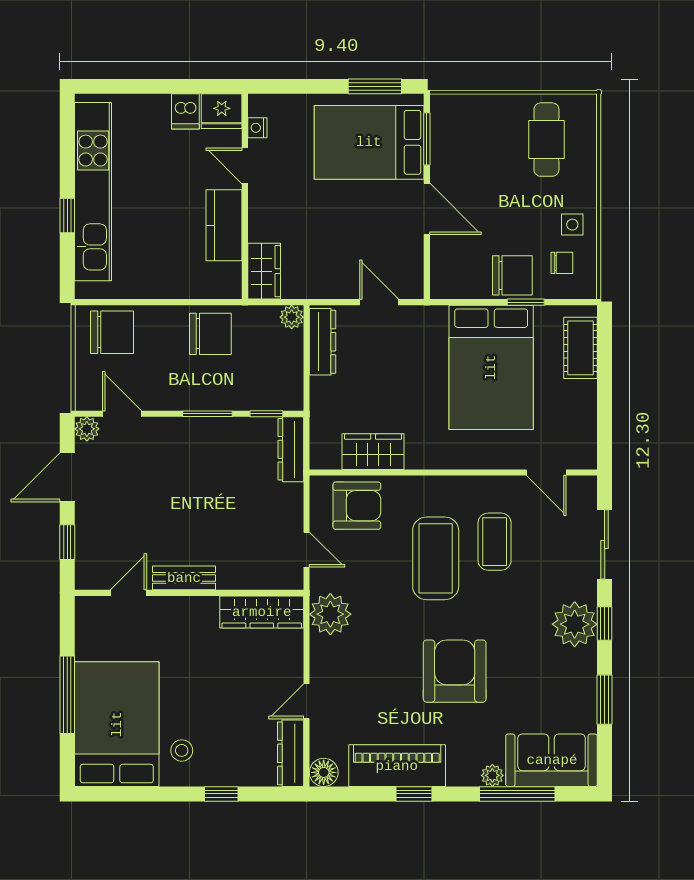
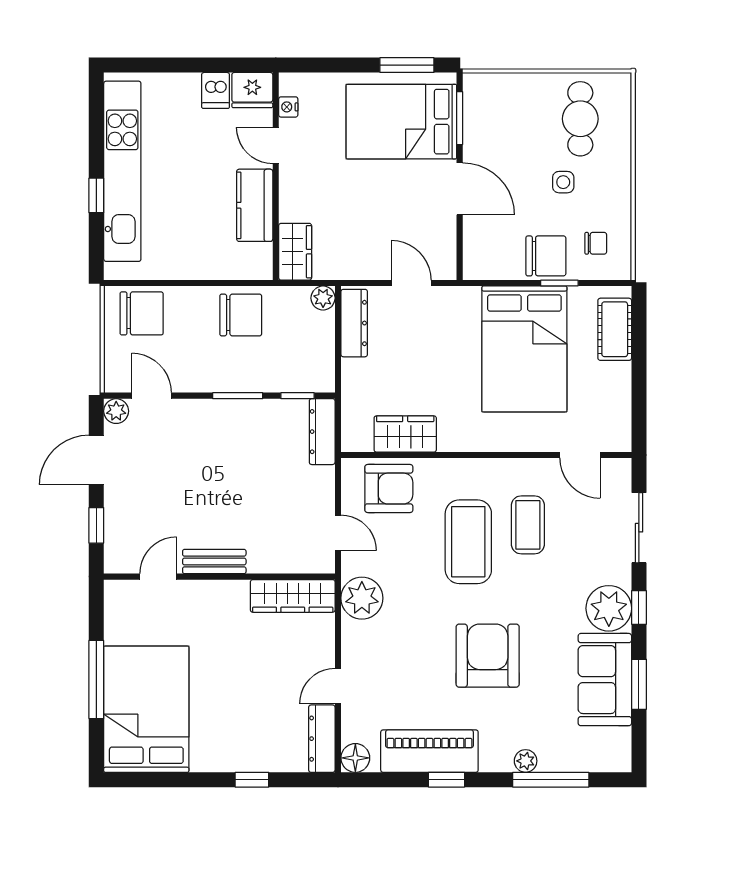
side table: (572, 225) -> (563, 182), moved
stool: (182, 750) -> (212, 736), removed
sofa: (552, 760) -> (605, 680), moved, turned -90

